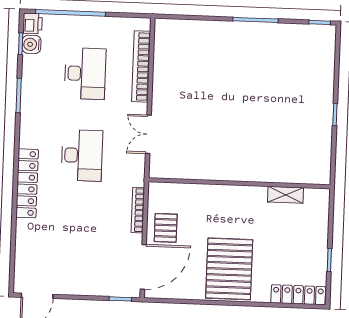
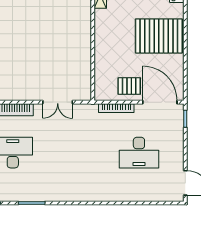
desk: (82, 155) -> (139, 153), moved, turned 180
locker: (27, 183) -> (99, 194), removed

